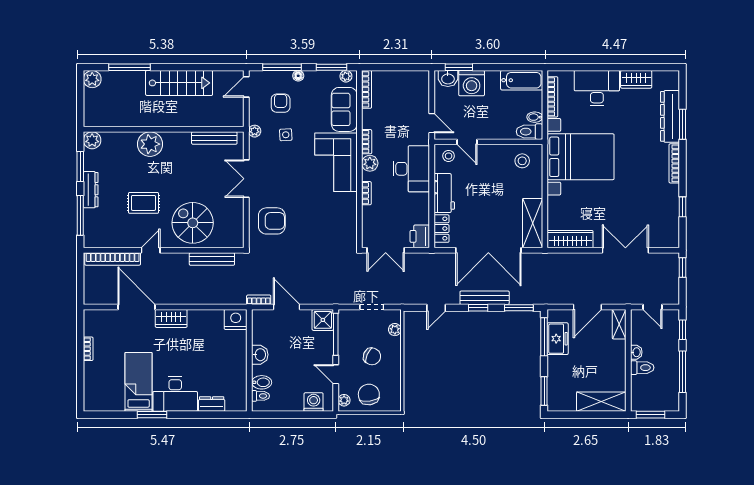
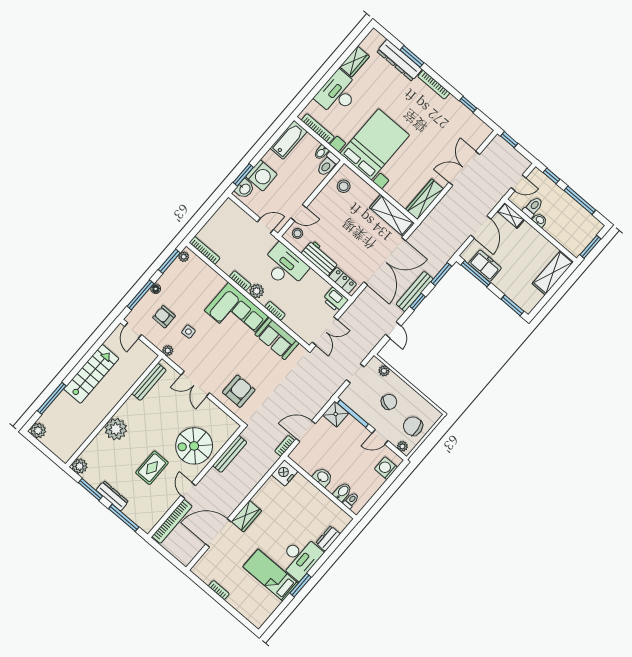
sofa: (344, 109) -> (277, 339), moved
toilet: (642, 368) -> (533, 207), moved

